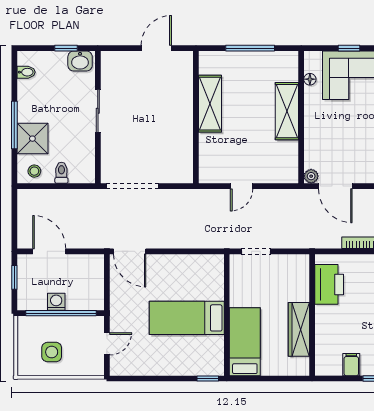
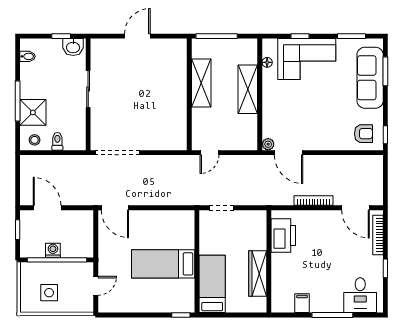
shelving: (210, 104) -> (201, 83), moved
wall: (196, 117) -> (189, 94), moved

